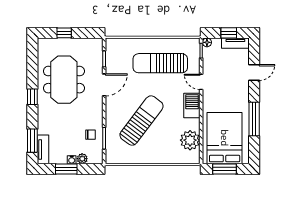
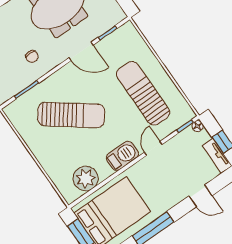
chair: (90, 135) -> (32, 57), moved

